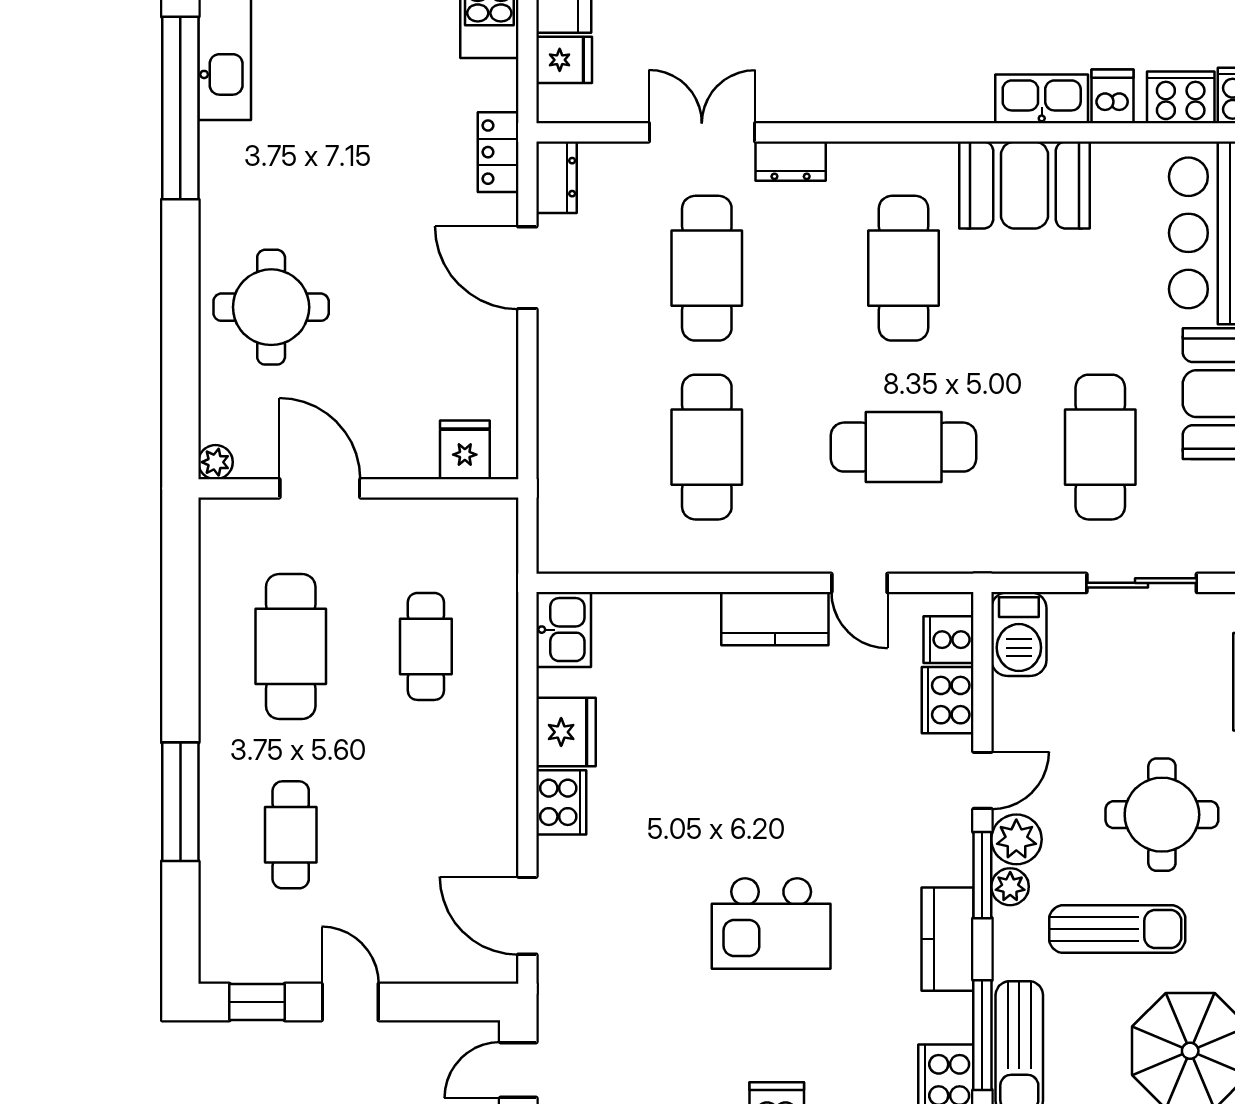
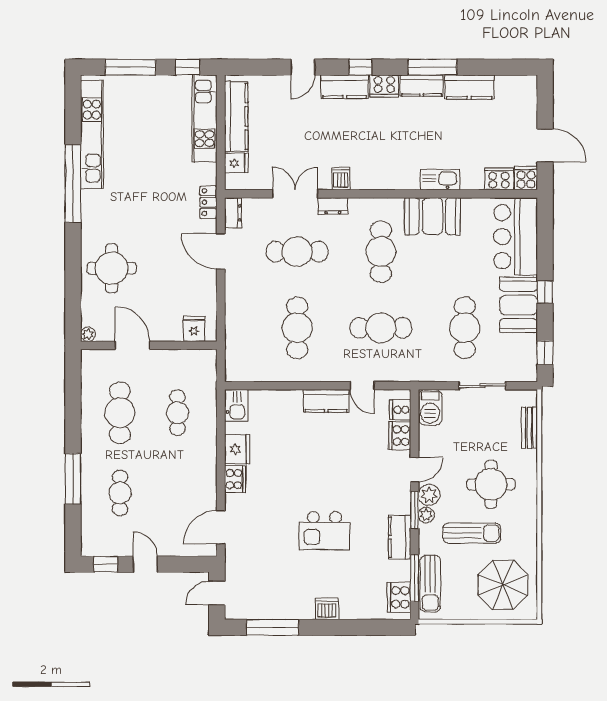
dishwasher: (1113, 96) -> (341, 178), moved
cafe table: (707, 268) -> (297, 252), turned 90
door: (527, 916) -> (221, 527), hinge flipped

